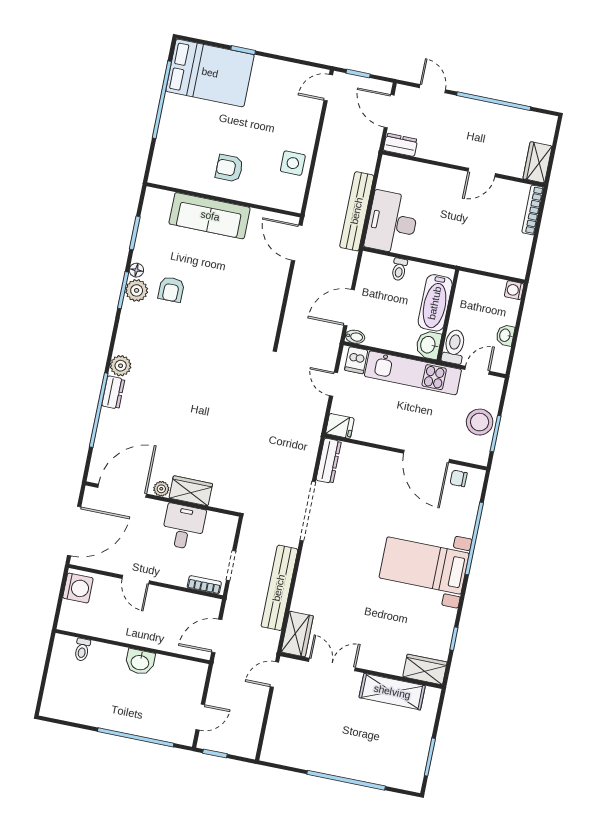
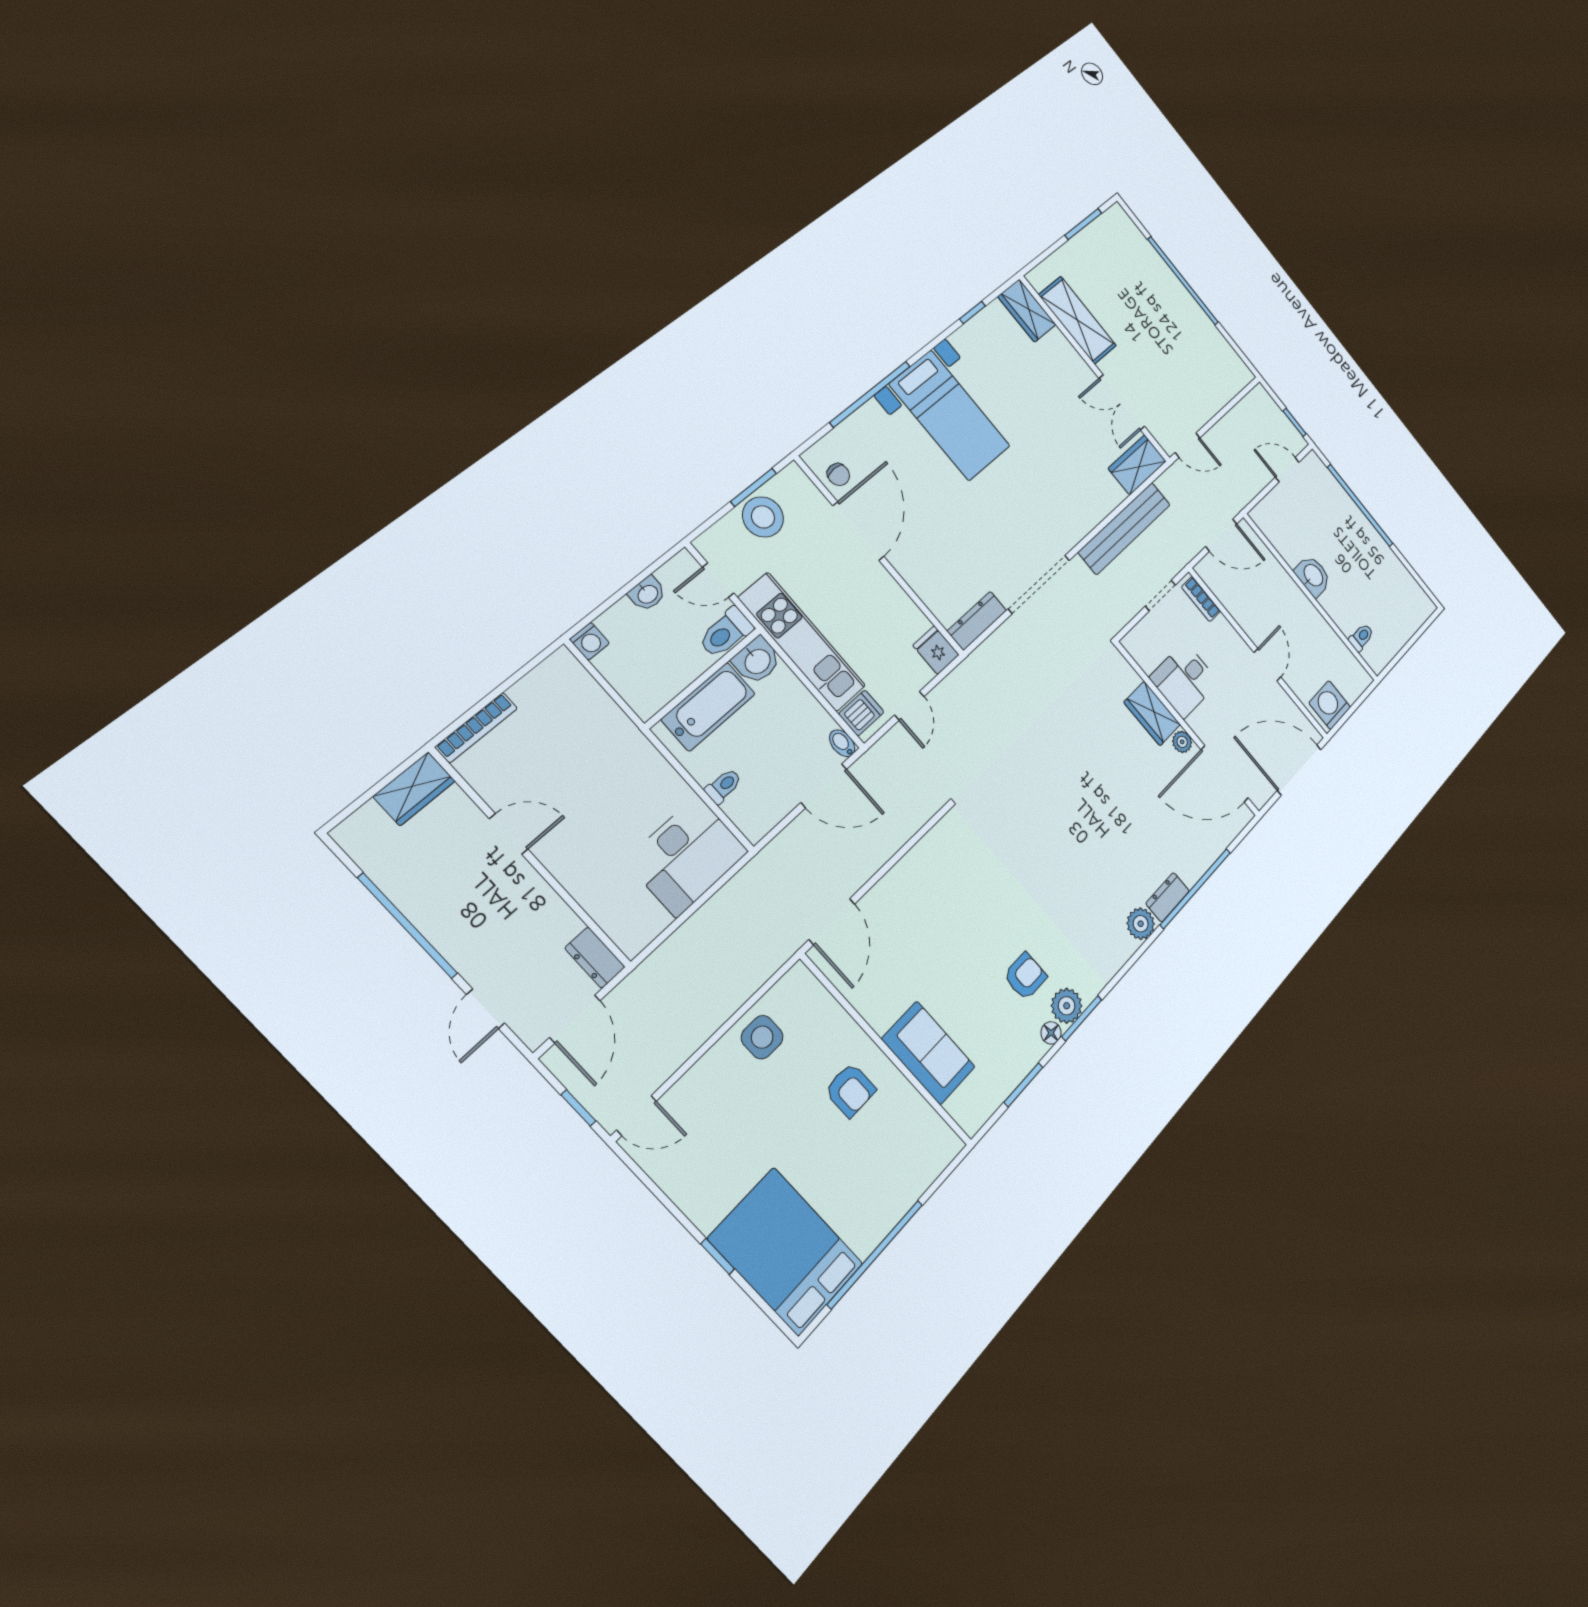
bench: (357, 211) -> (723, 907), removed
sofa: (210, 216) -> (929, 1053), width x0.73

